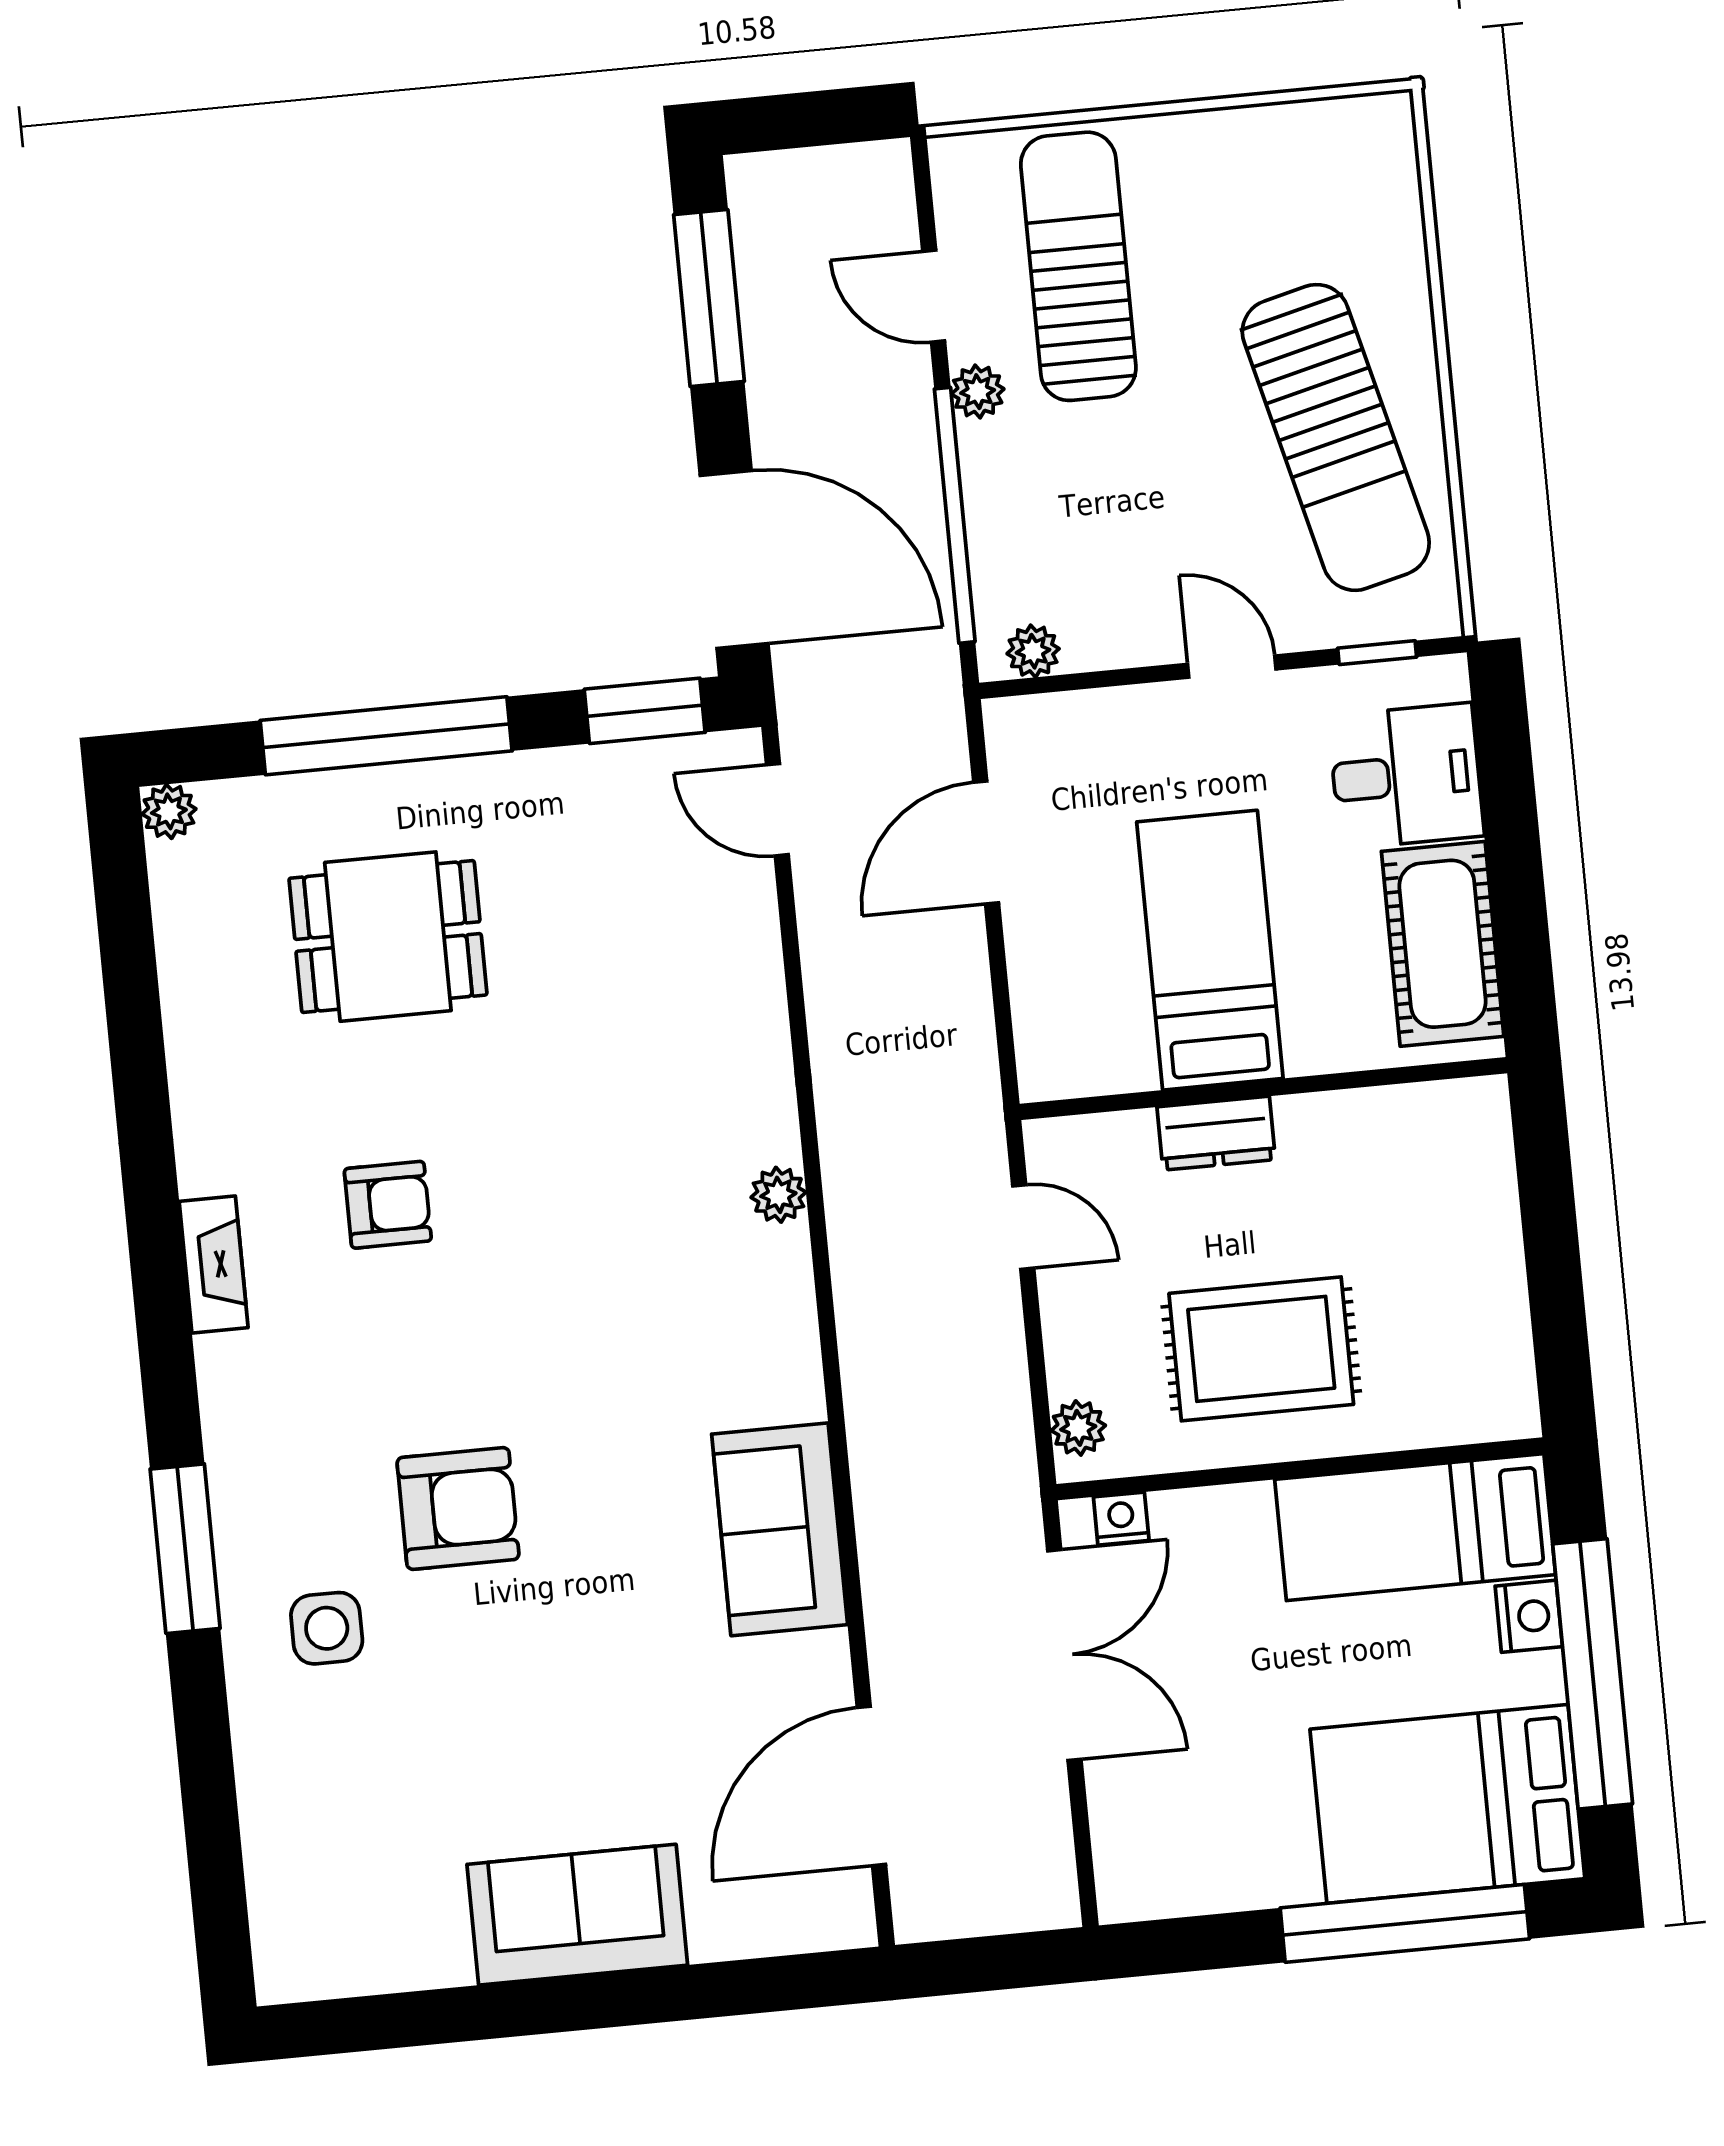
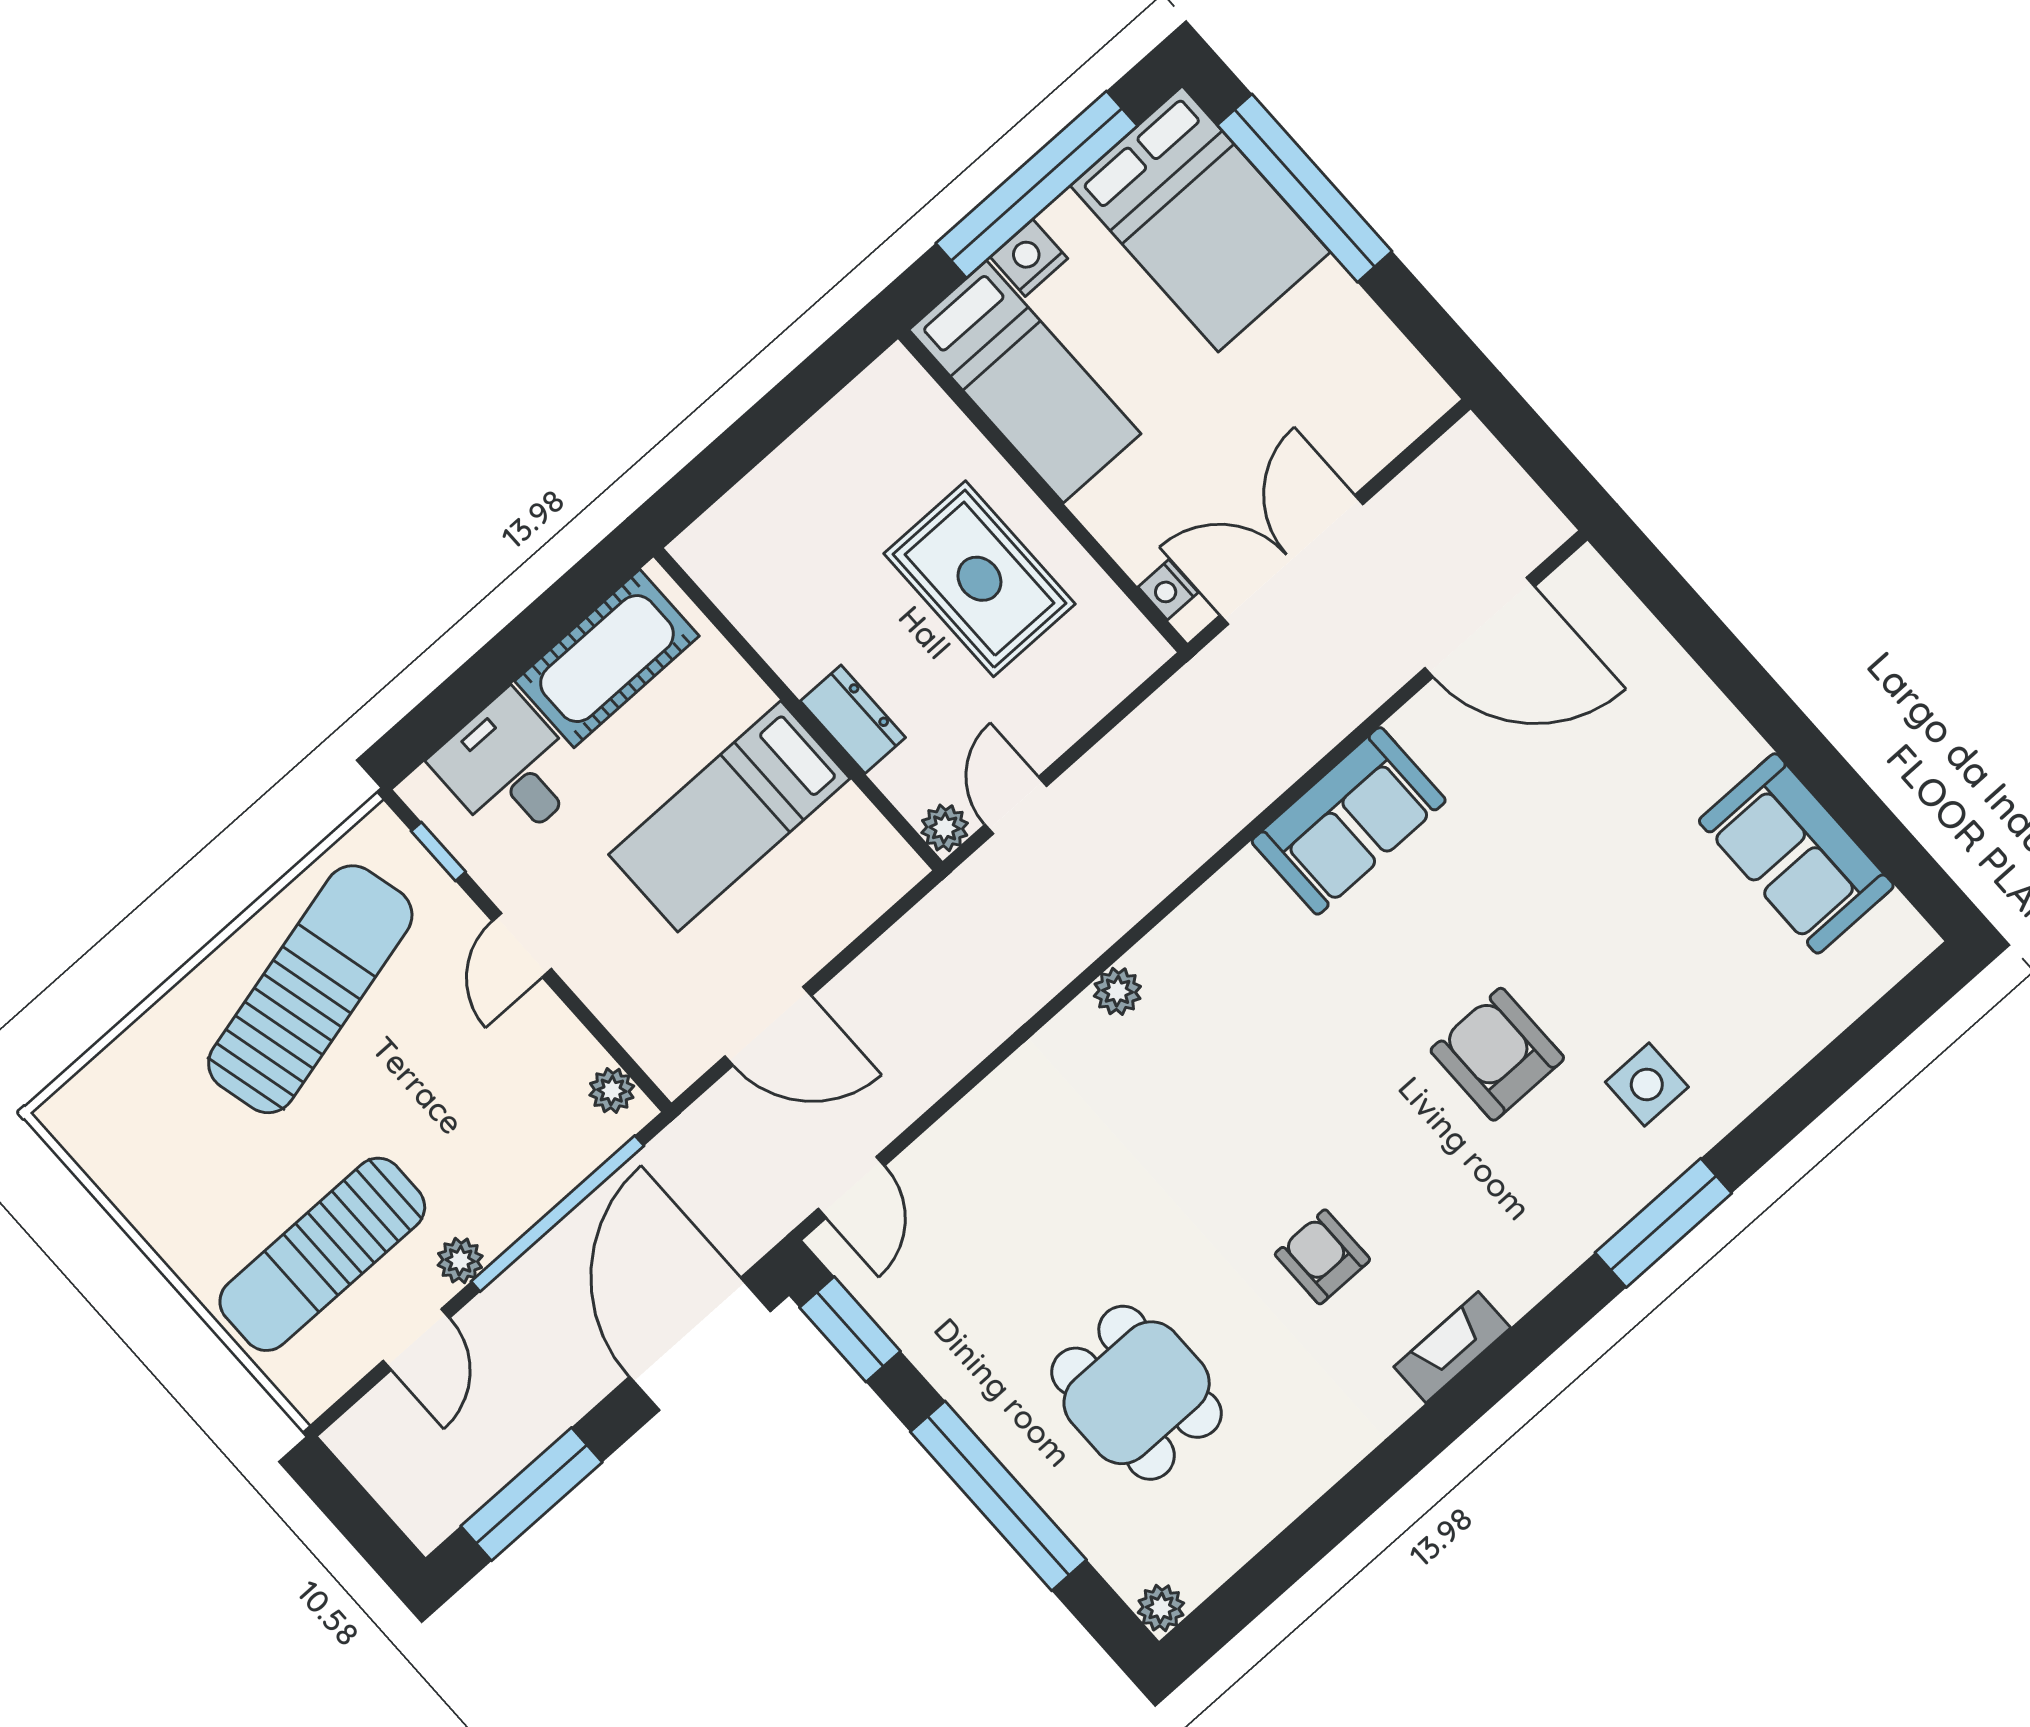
plant: (1078, 1428) -> (945, 828), moved
sofa: (577, 1915) -> (1796, 853), moved

